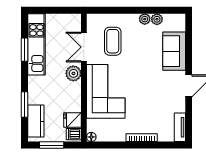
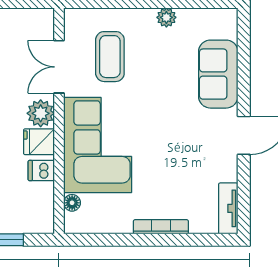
plant: (157, 19) -> (188, 18), removed
fridge: (72, 120) -> (39, 142), moved
dishwasher: (74, 134) -> (41, 171), moved
floor lamp: (91, 137) -> (72, 203), moved

